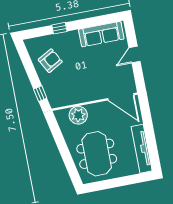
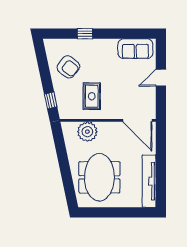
sofa: (101, 34) -> (135, 49), width x0.73
armchair: (50, 61) -> (68, 67), turned 67
rug: (76, 83) -> (92, 96), added

